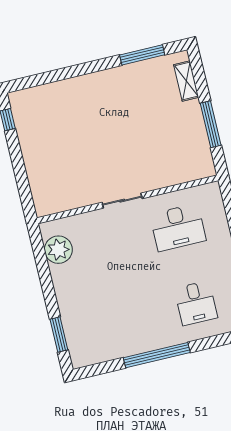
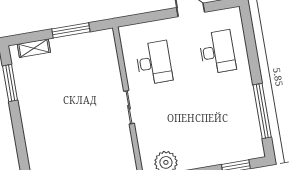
desk: (196, 303) -> (217, 52), width x1.37
window: (157, 355) -> (262, 111), moved

